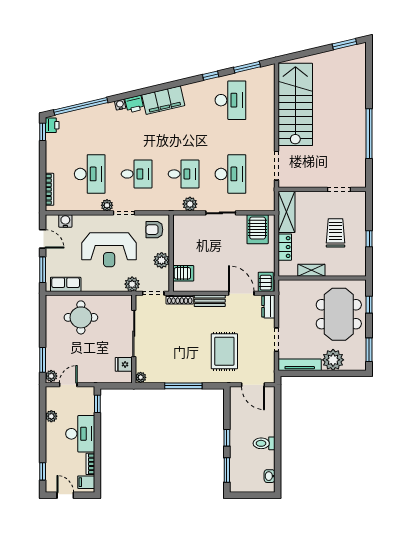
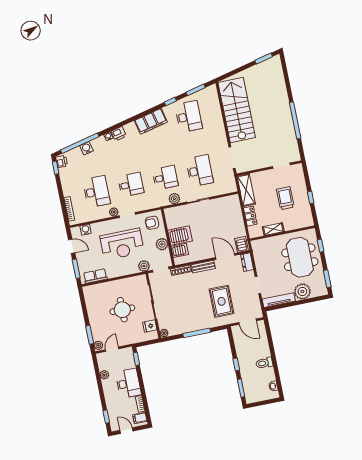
filing cabinet: (163, 100) -> (151, 121), moved
water cooler: (88, 114) -> (86, 148), added
server rack: (258, 229) -> (180, 236), moved, turned -90
round table: (81, 317) -> (122, 310), moved

